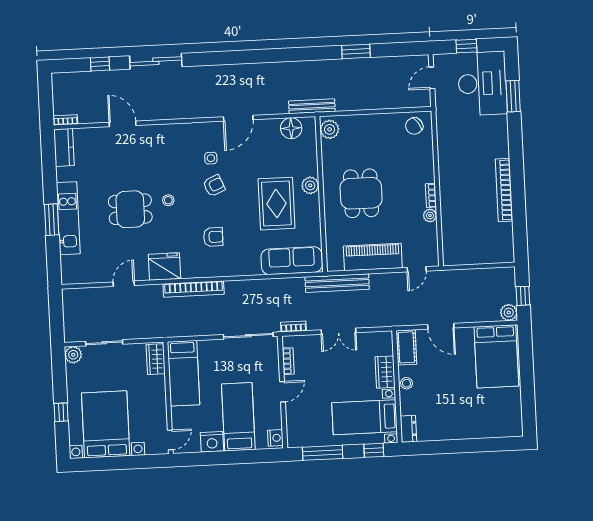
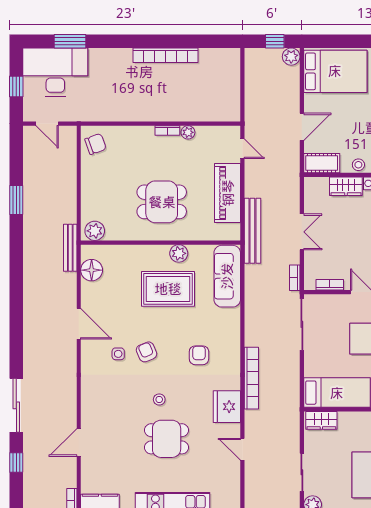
chair: (414, 126) -> (95, 144), turned -76
plant: (310, 185) -> (179, 253), moved
dining table: (130, 209) -> (167, 439), turned 90

